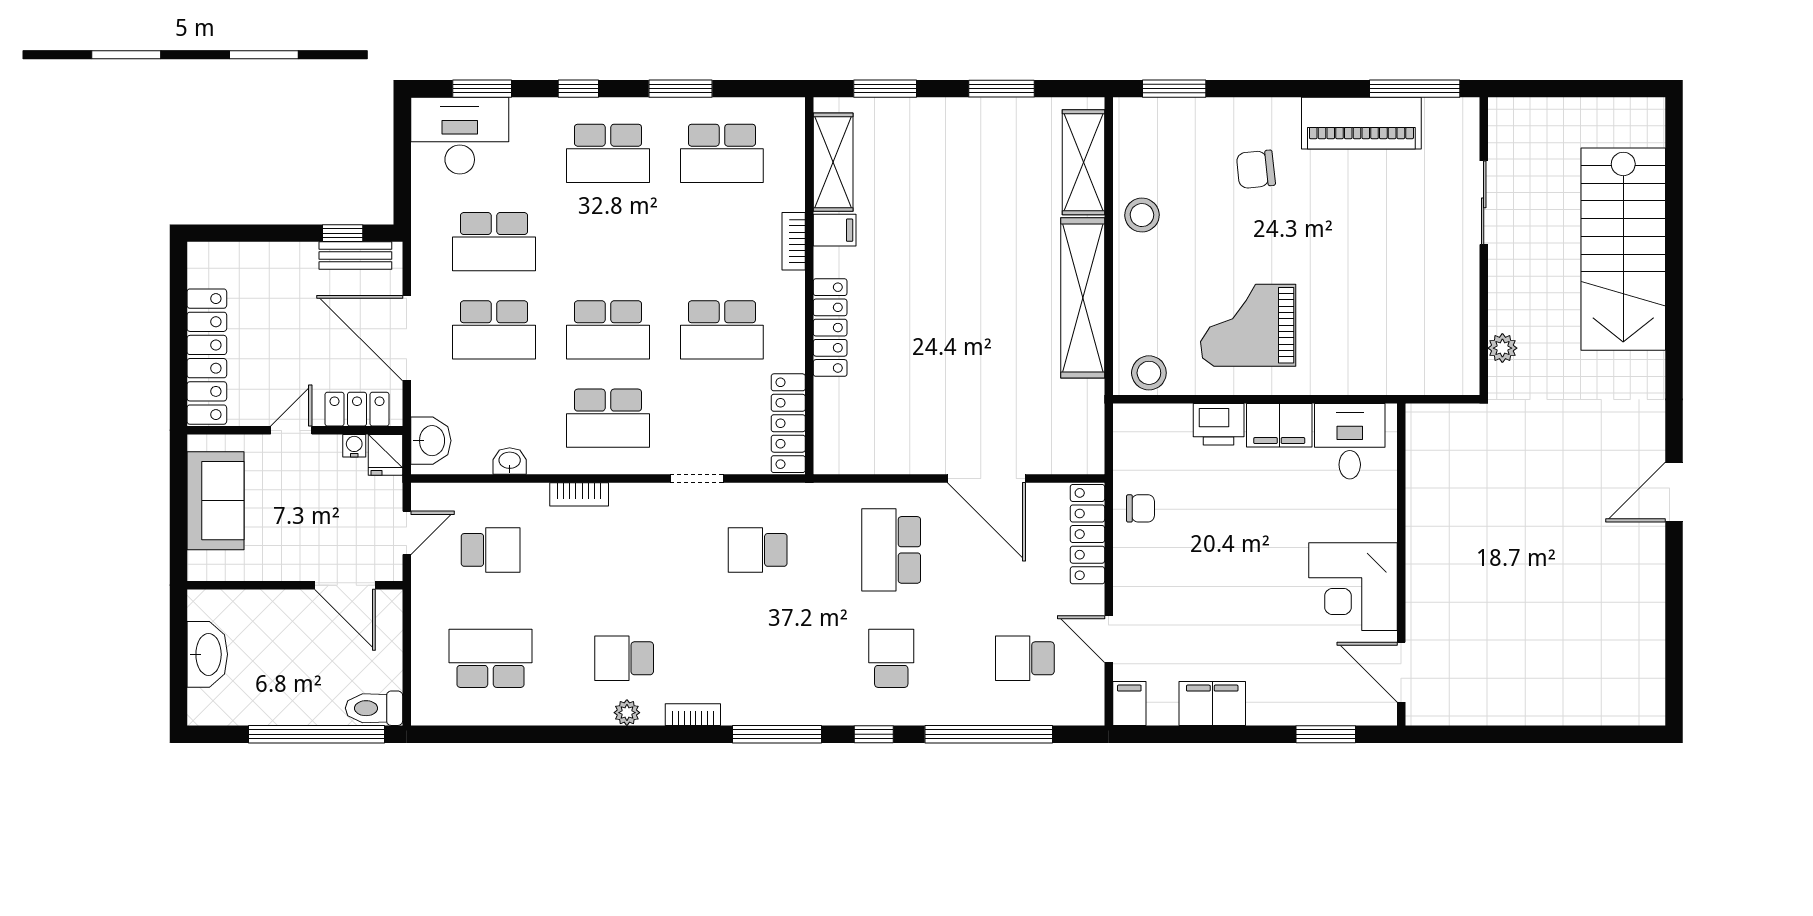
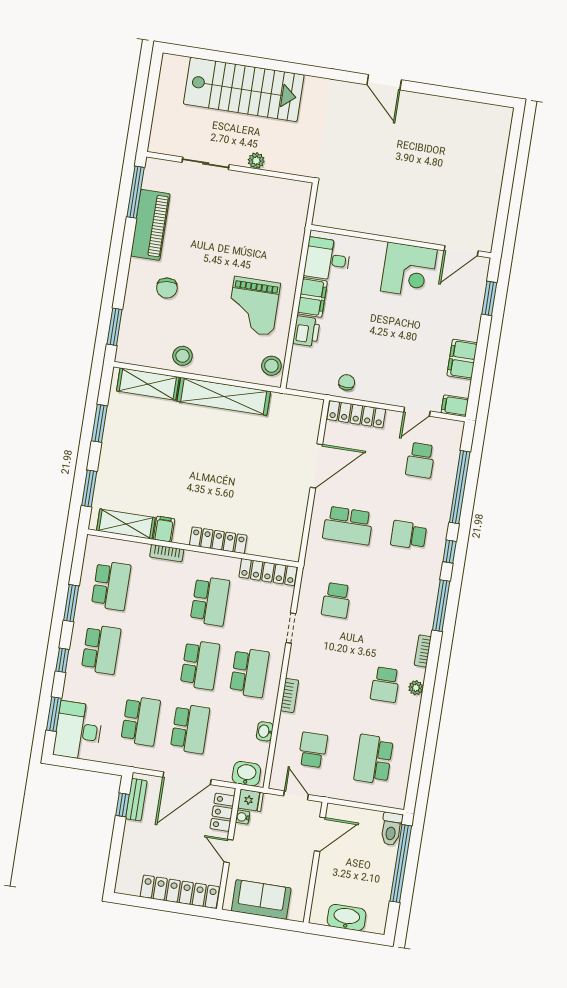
plant: (1502, 348) -> (256, 161), moved

